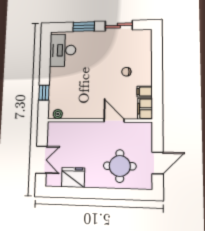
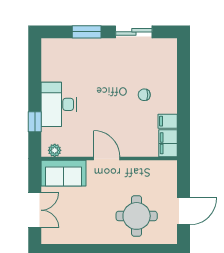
desk: (63, 50) -> (59, 104), moved
door: (114, 120) -> (107, 159), moved
sofa: (64, 131) -> (63, 173), added
fridge: (73, 177) -> (77, 232), removed

